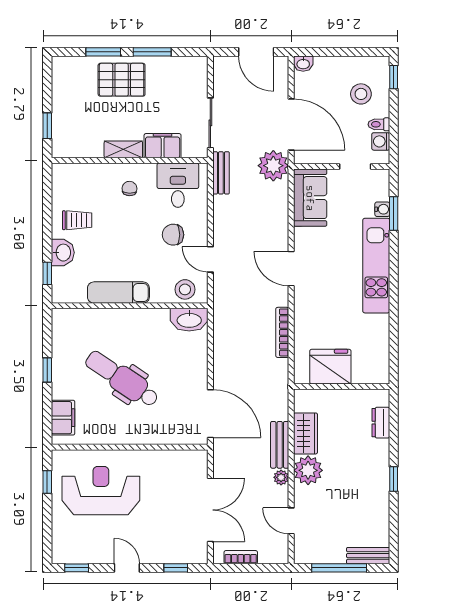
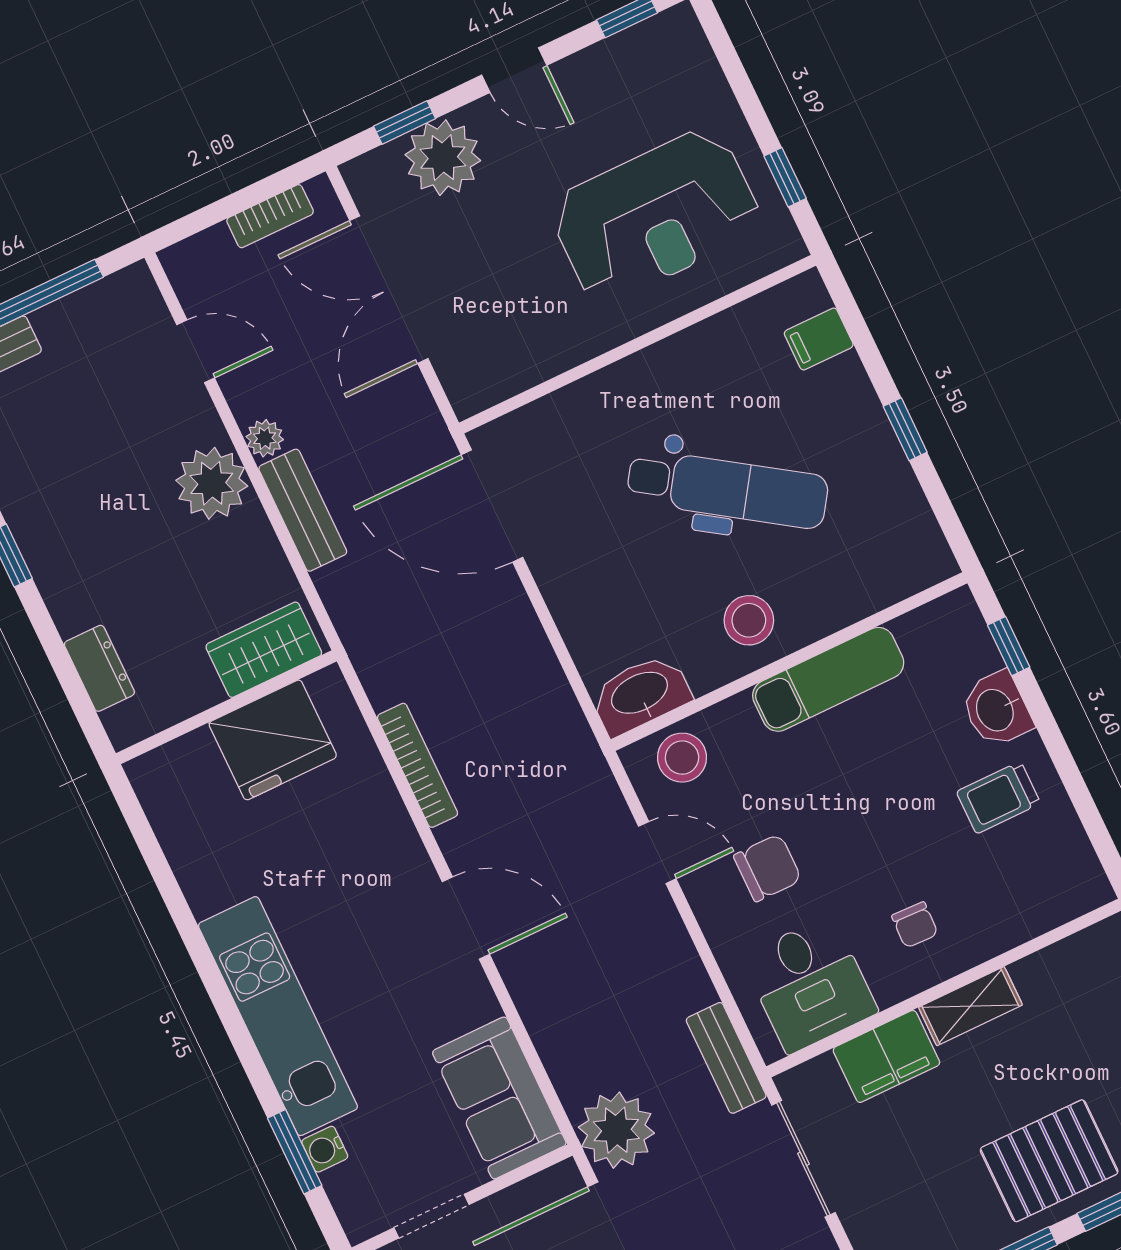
stool: (137, 328) -> (749, 620), added
filing cabinet: (63, 418) -> (819, 339), width x0.50
wardrobe: (306, 433) -> (264, 650), moved, turned 90
plant: (168, 548) -> (443, 158), added

